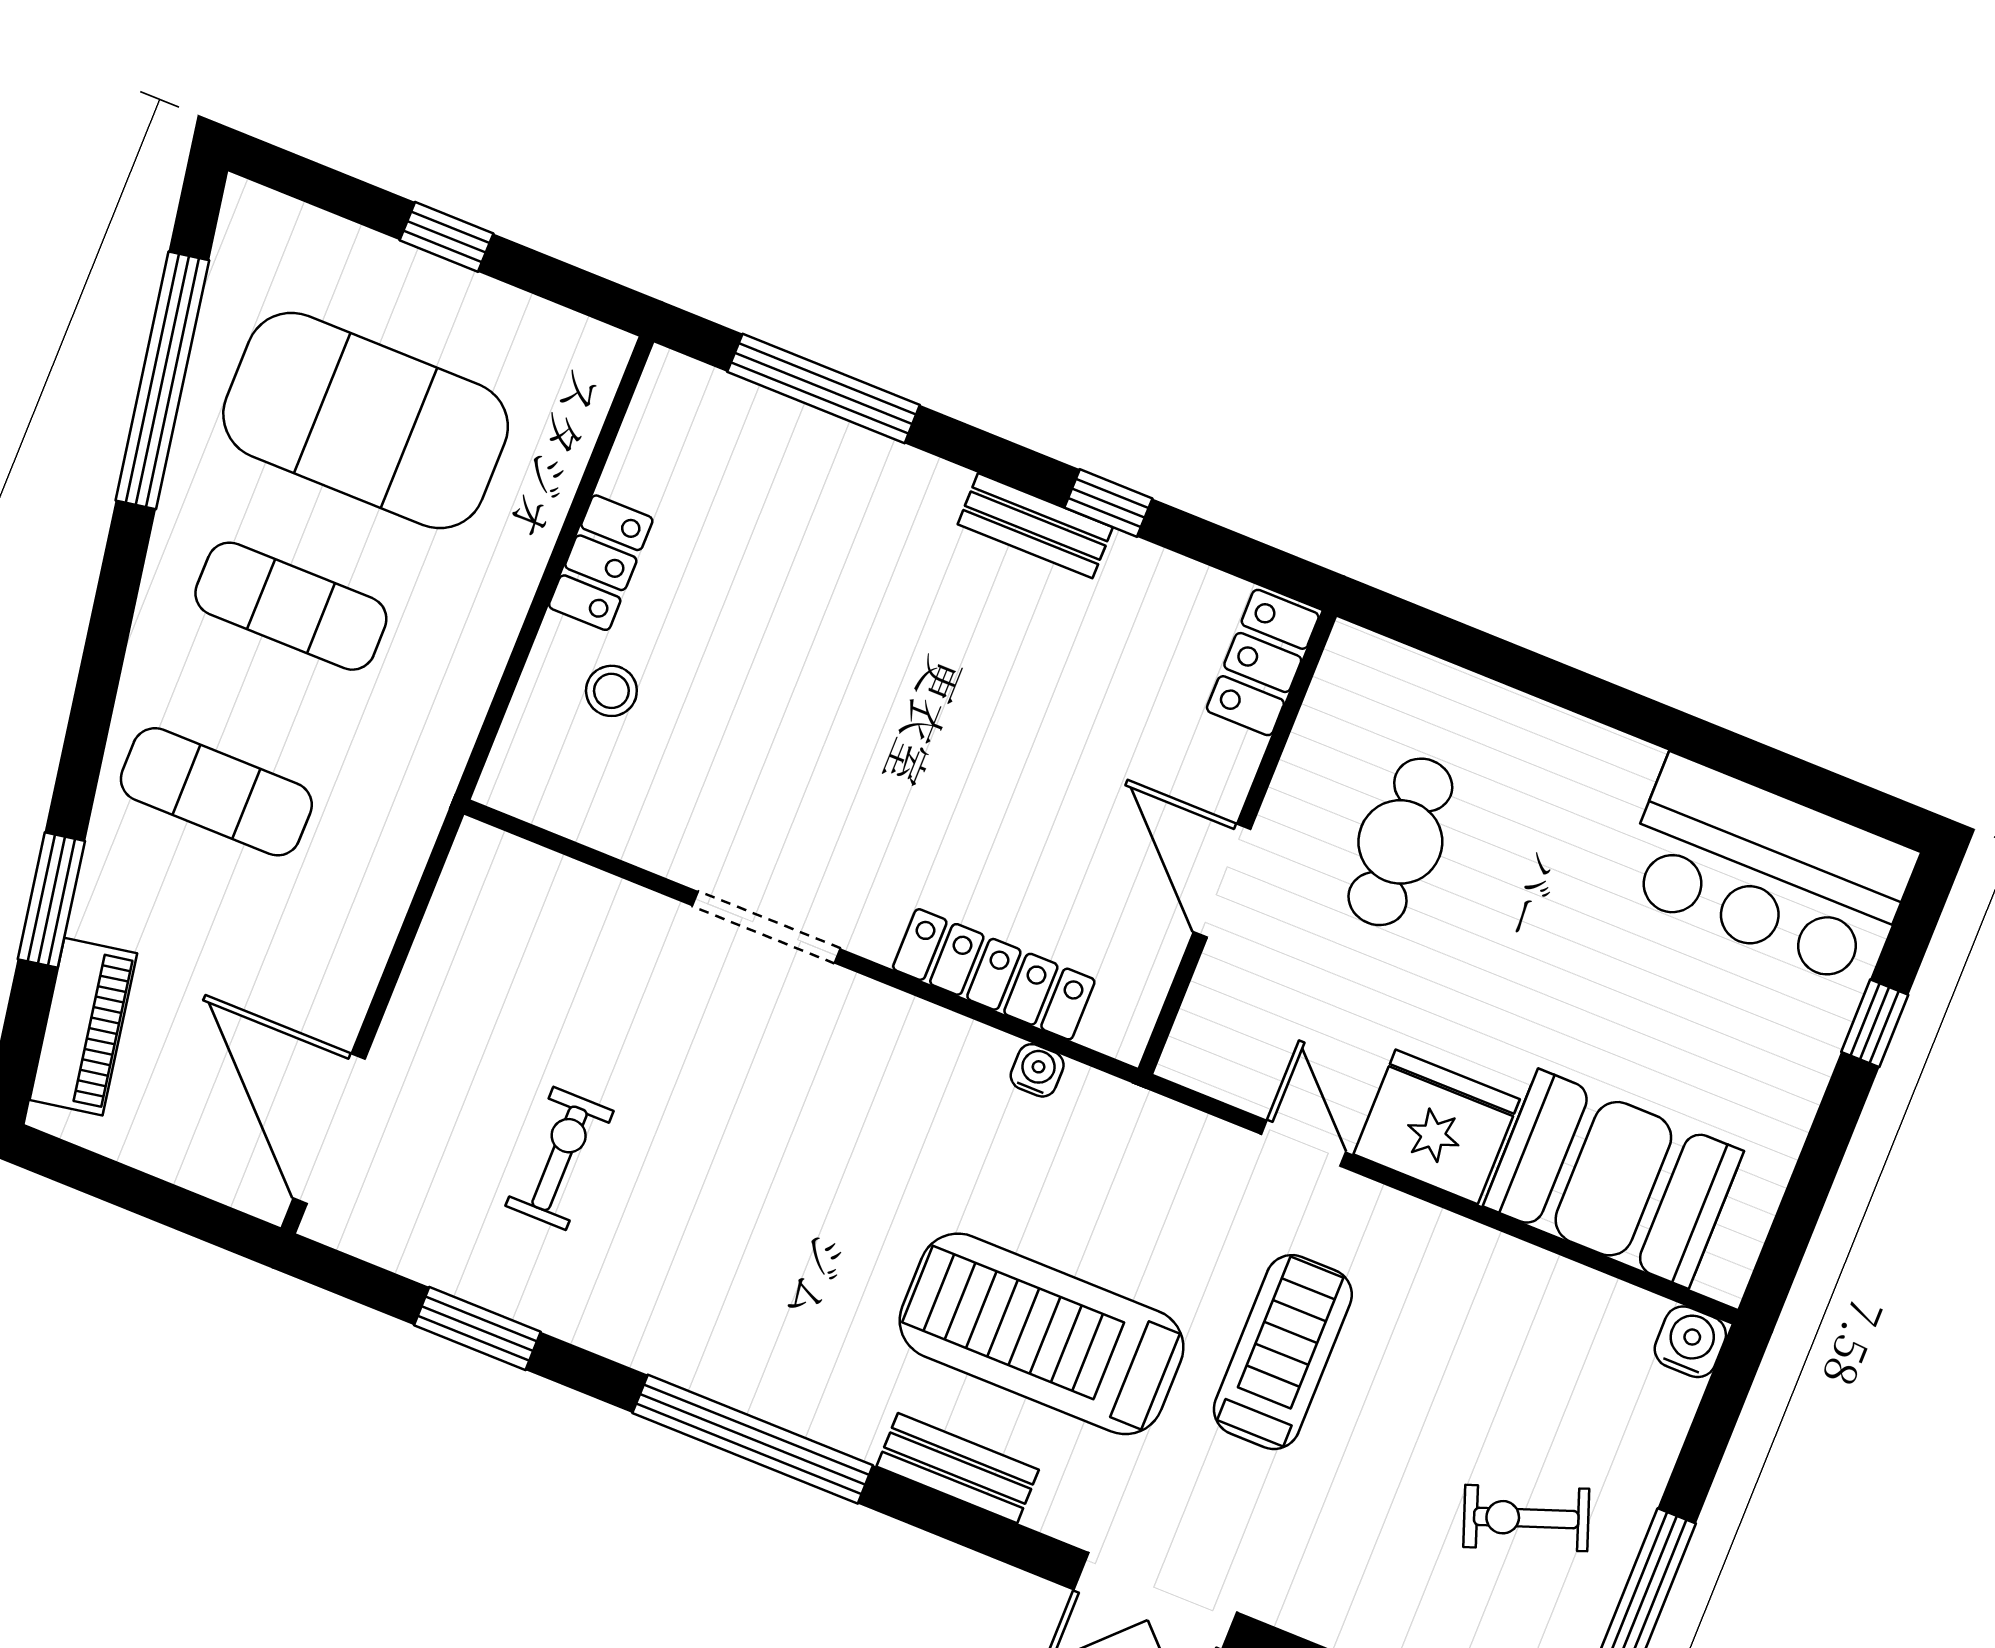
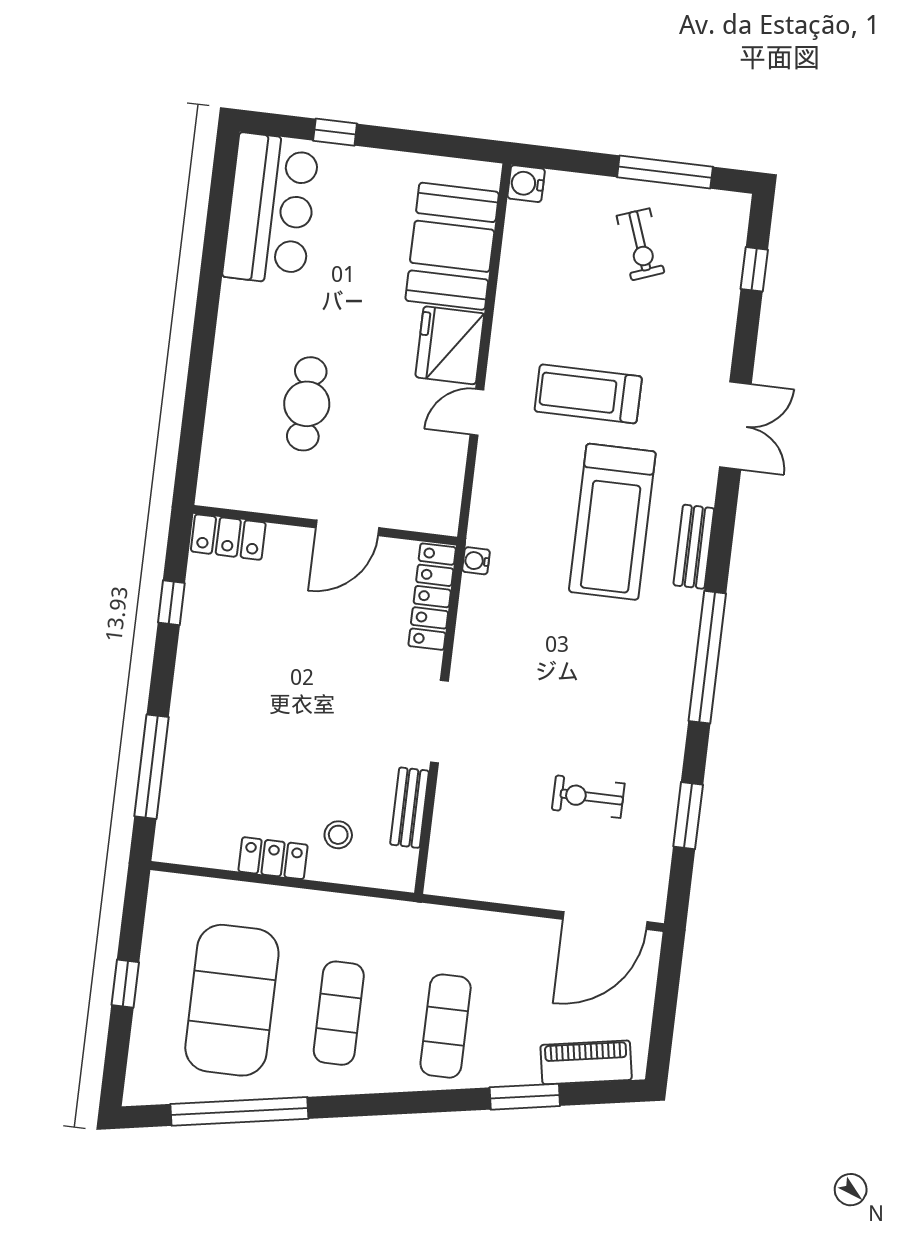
bench: (1035, 526) -> (409, 808), moved
locker: (1263, 663) -> (228, 537), moved
wall: (1237, 842) -> (325, 525), moved
cafe table: (1400, 842) -> (307, 404), turned 90
door: (1222, 881) -> (347, 528), moved

